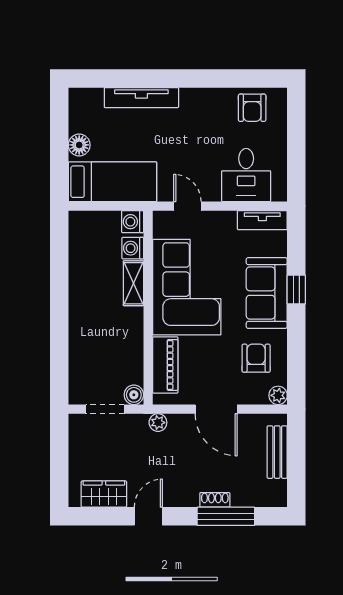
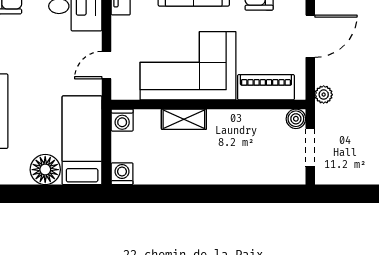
floor lamp: (79, 145) -> (45, 170), width x1.38, depth x1.38
washing machine: (133, 248) -> (122, 174), moved, turned 180

